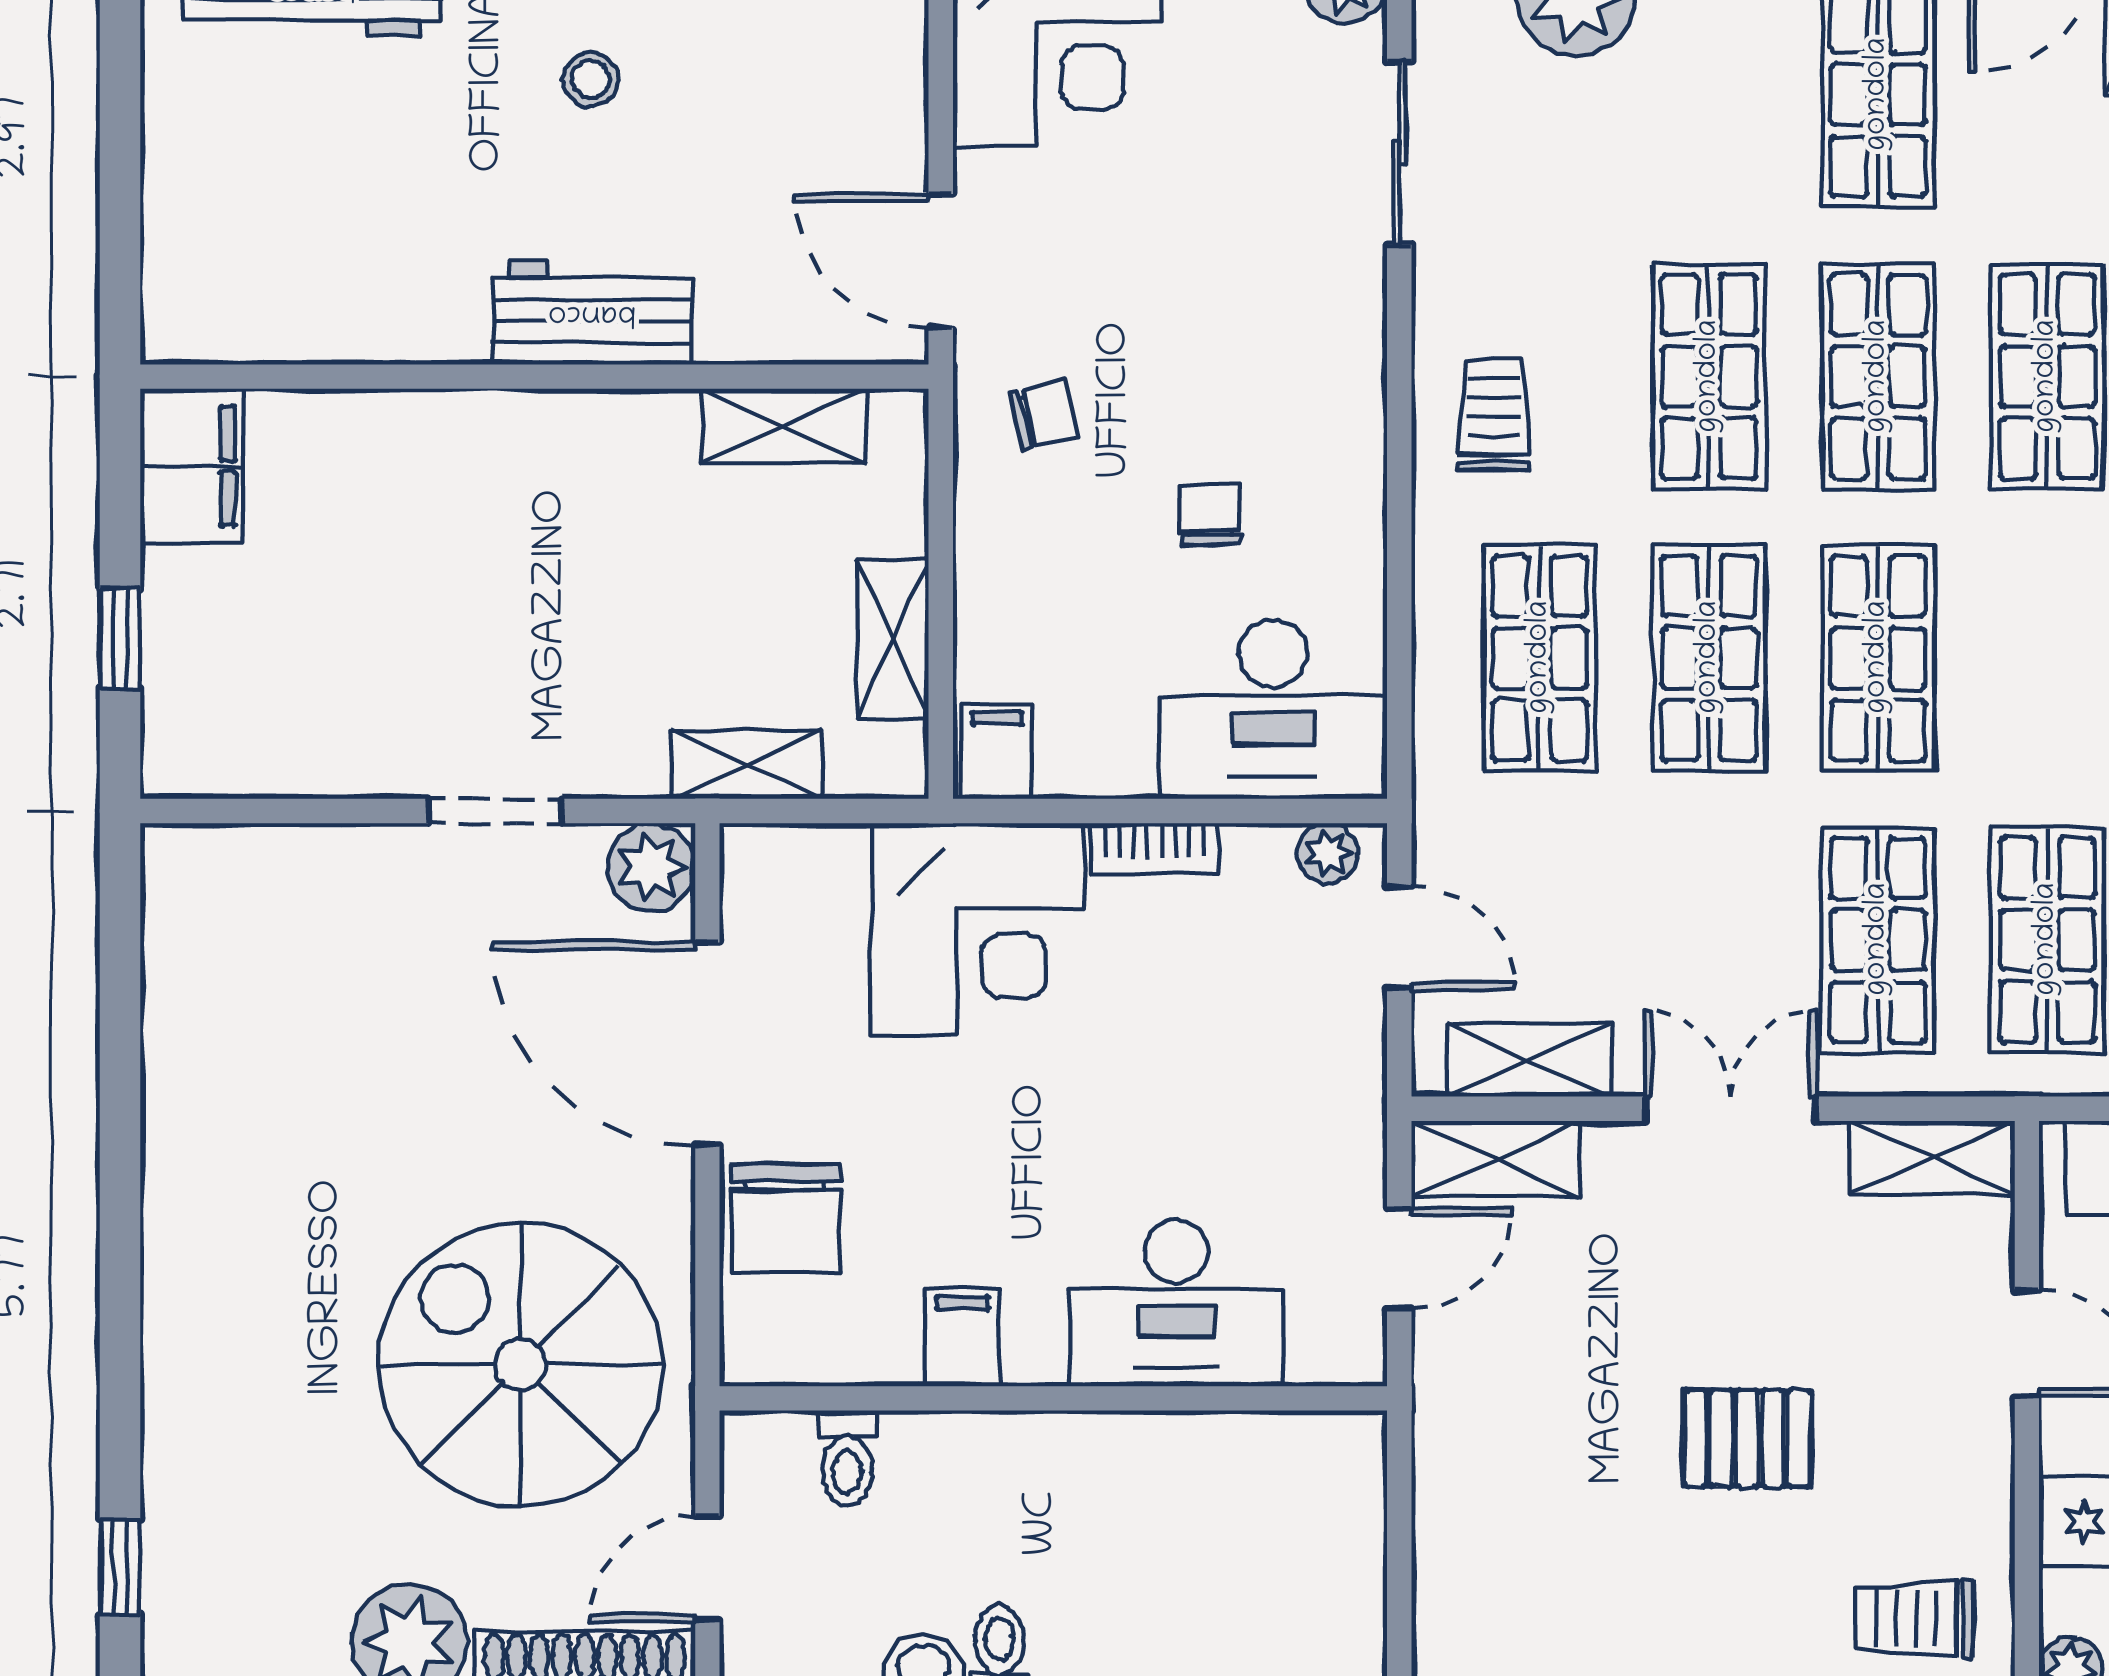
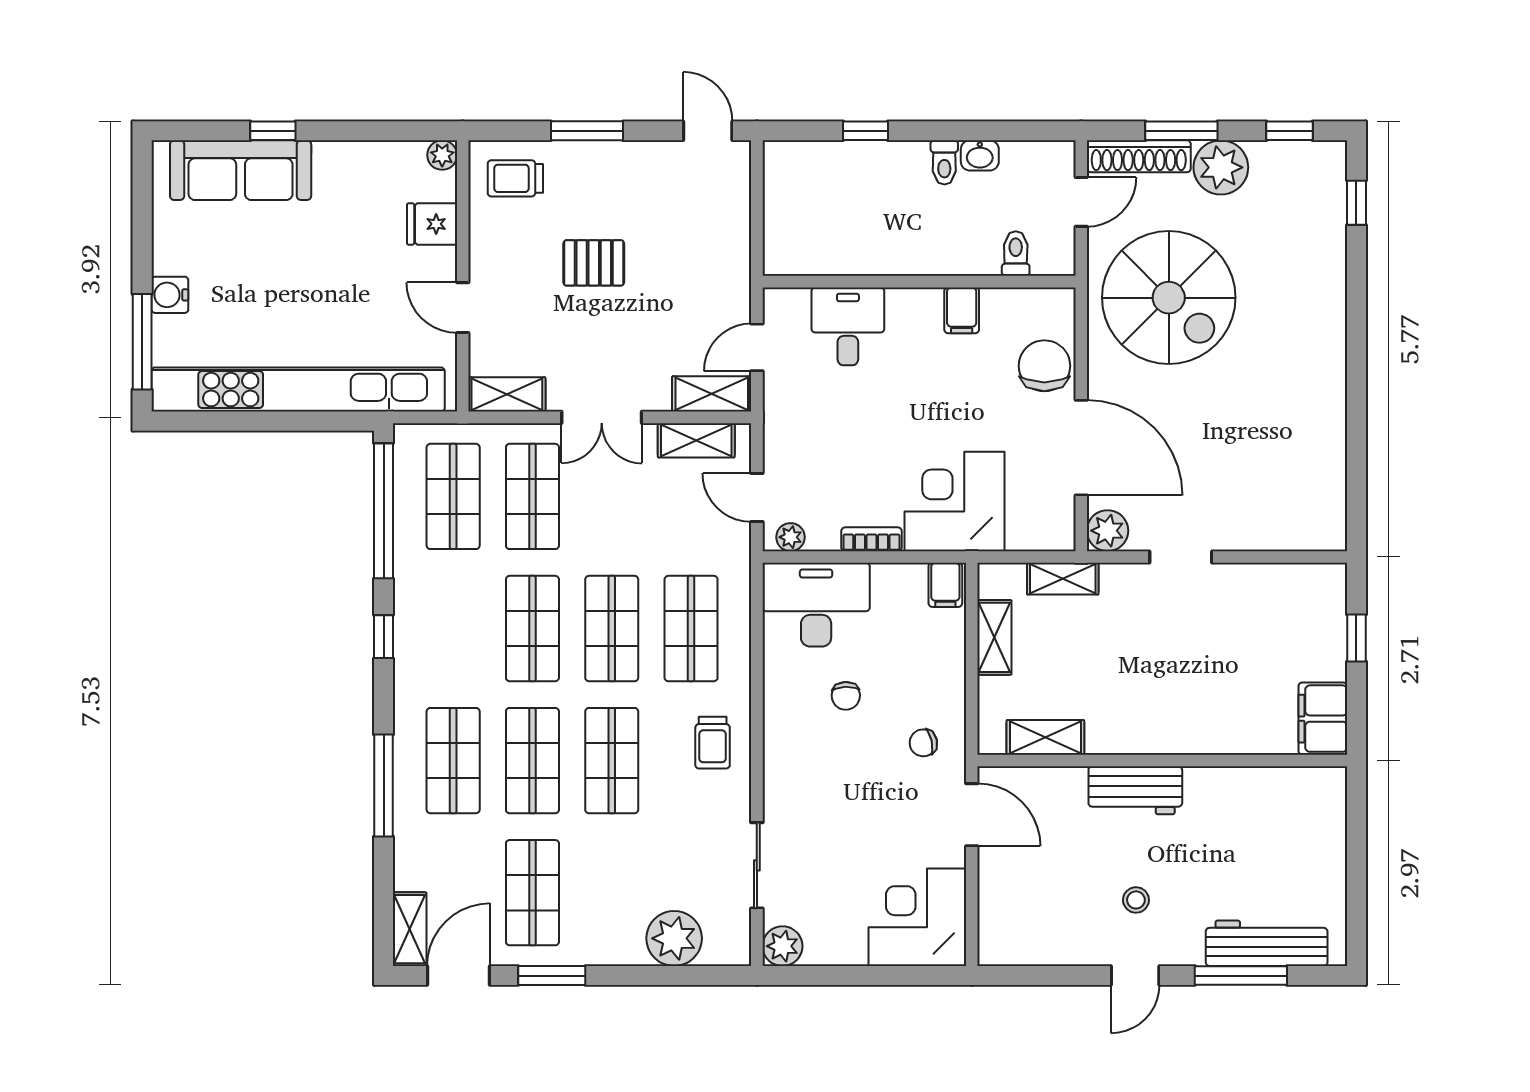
desk: (1176, 1303) -> (848, 326), width x0.73
trolley: (1915, 1619) -> (515, 178), turned 180

